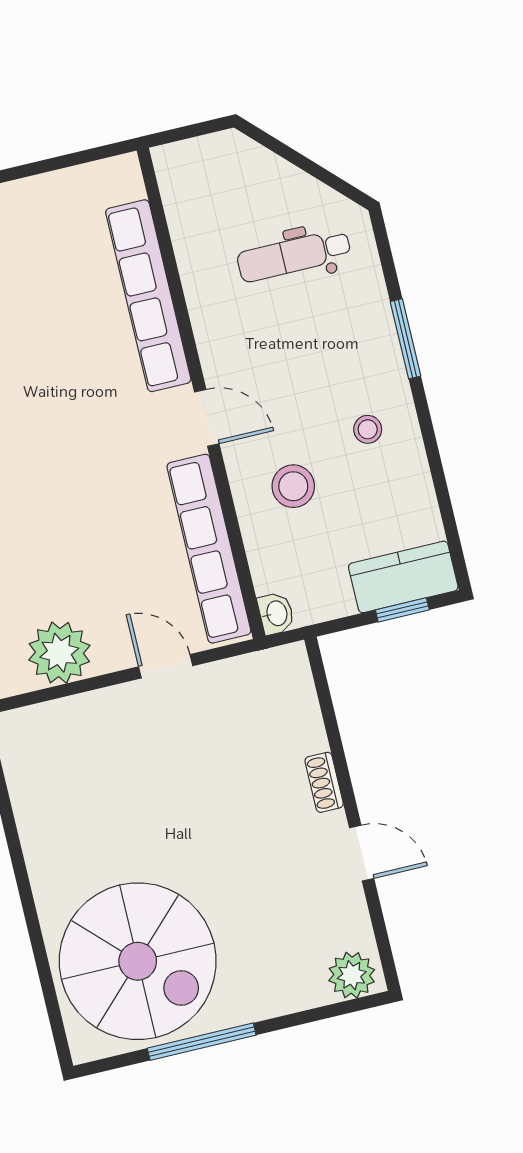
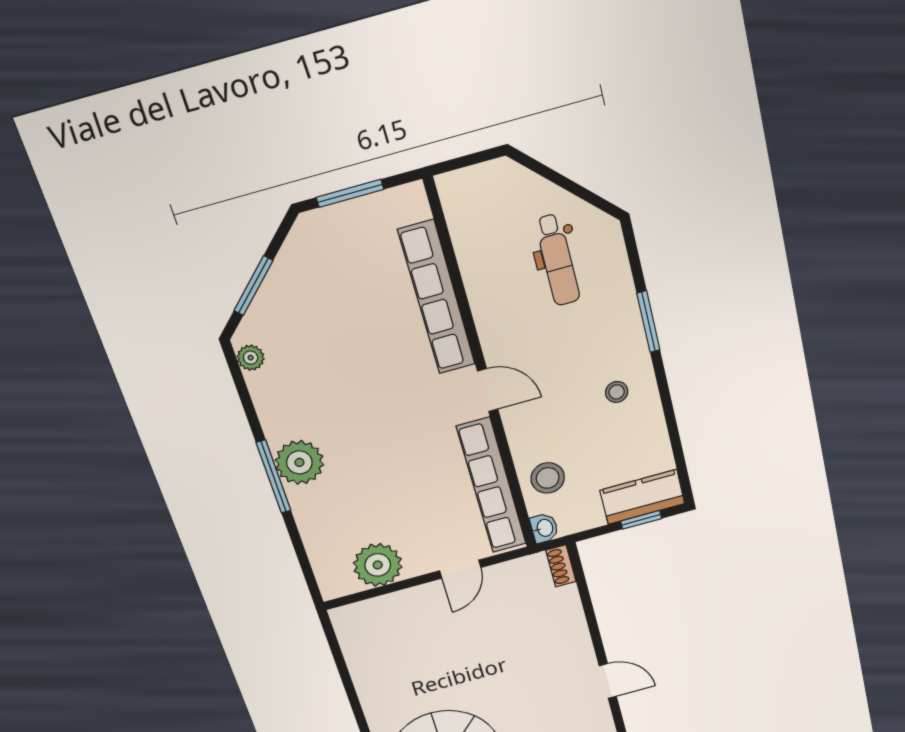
window: (52, 164) -> (350, 193), added
dental chair: (294, 255) -> (558, 260), turned -90
stool: (293, 486) -> (548, 478), moved
door: (166, 666) -> (460, 569), swing flipped
shoe rack: (324, 782) -> (561, 566), moved

